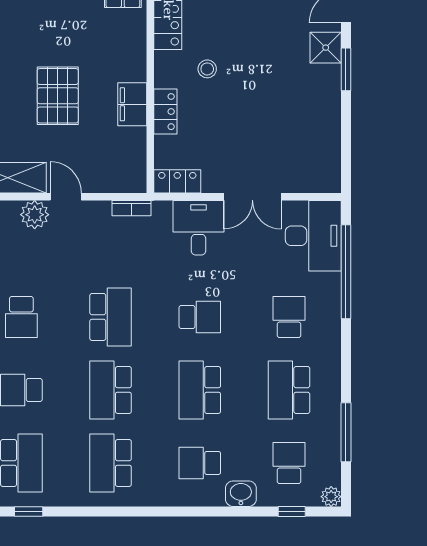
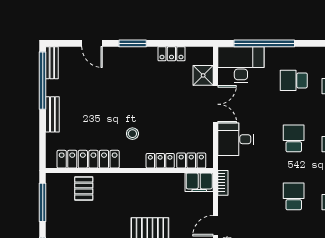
shower: (326, 48) -> (203, 75), moved
filing cabinet: (132, 104) -> (199, 182), moved
locker: (330, 129) -> (171, 54), added
locker: (177, 181) -> (191, 161), moved, turned 90
school desk: (111, 317) -> (294, 196), width x0.54

